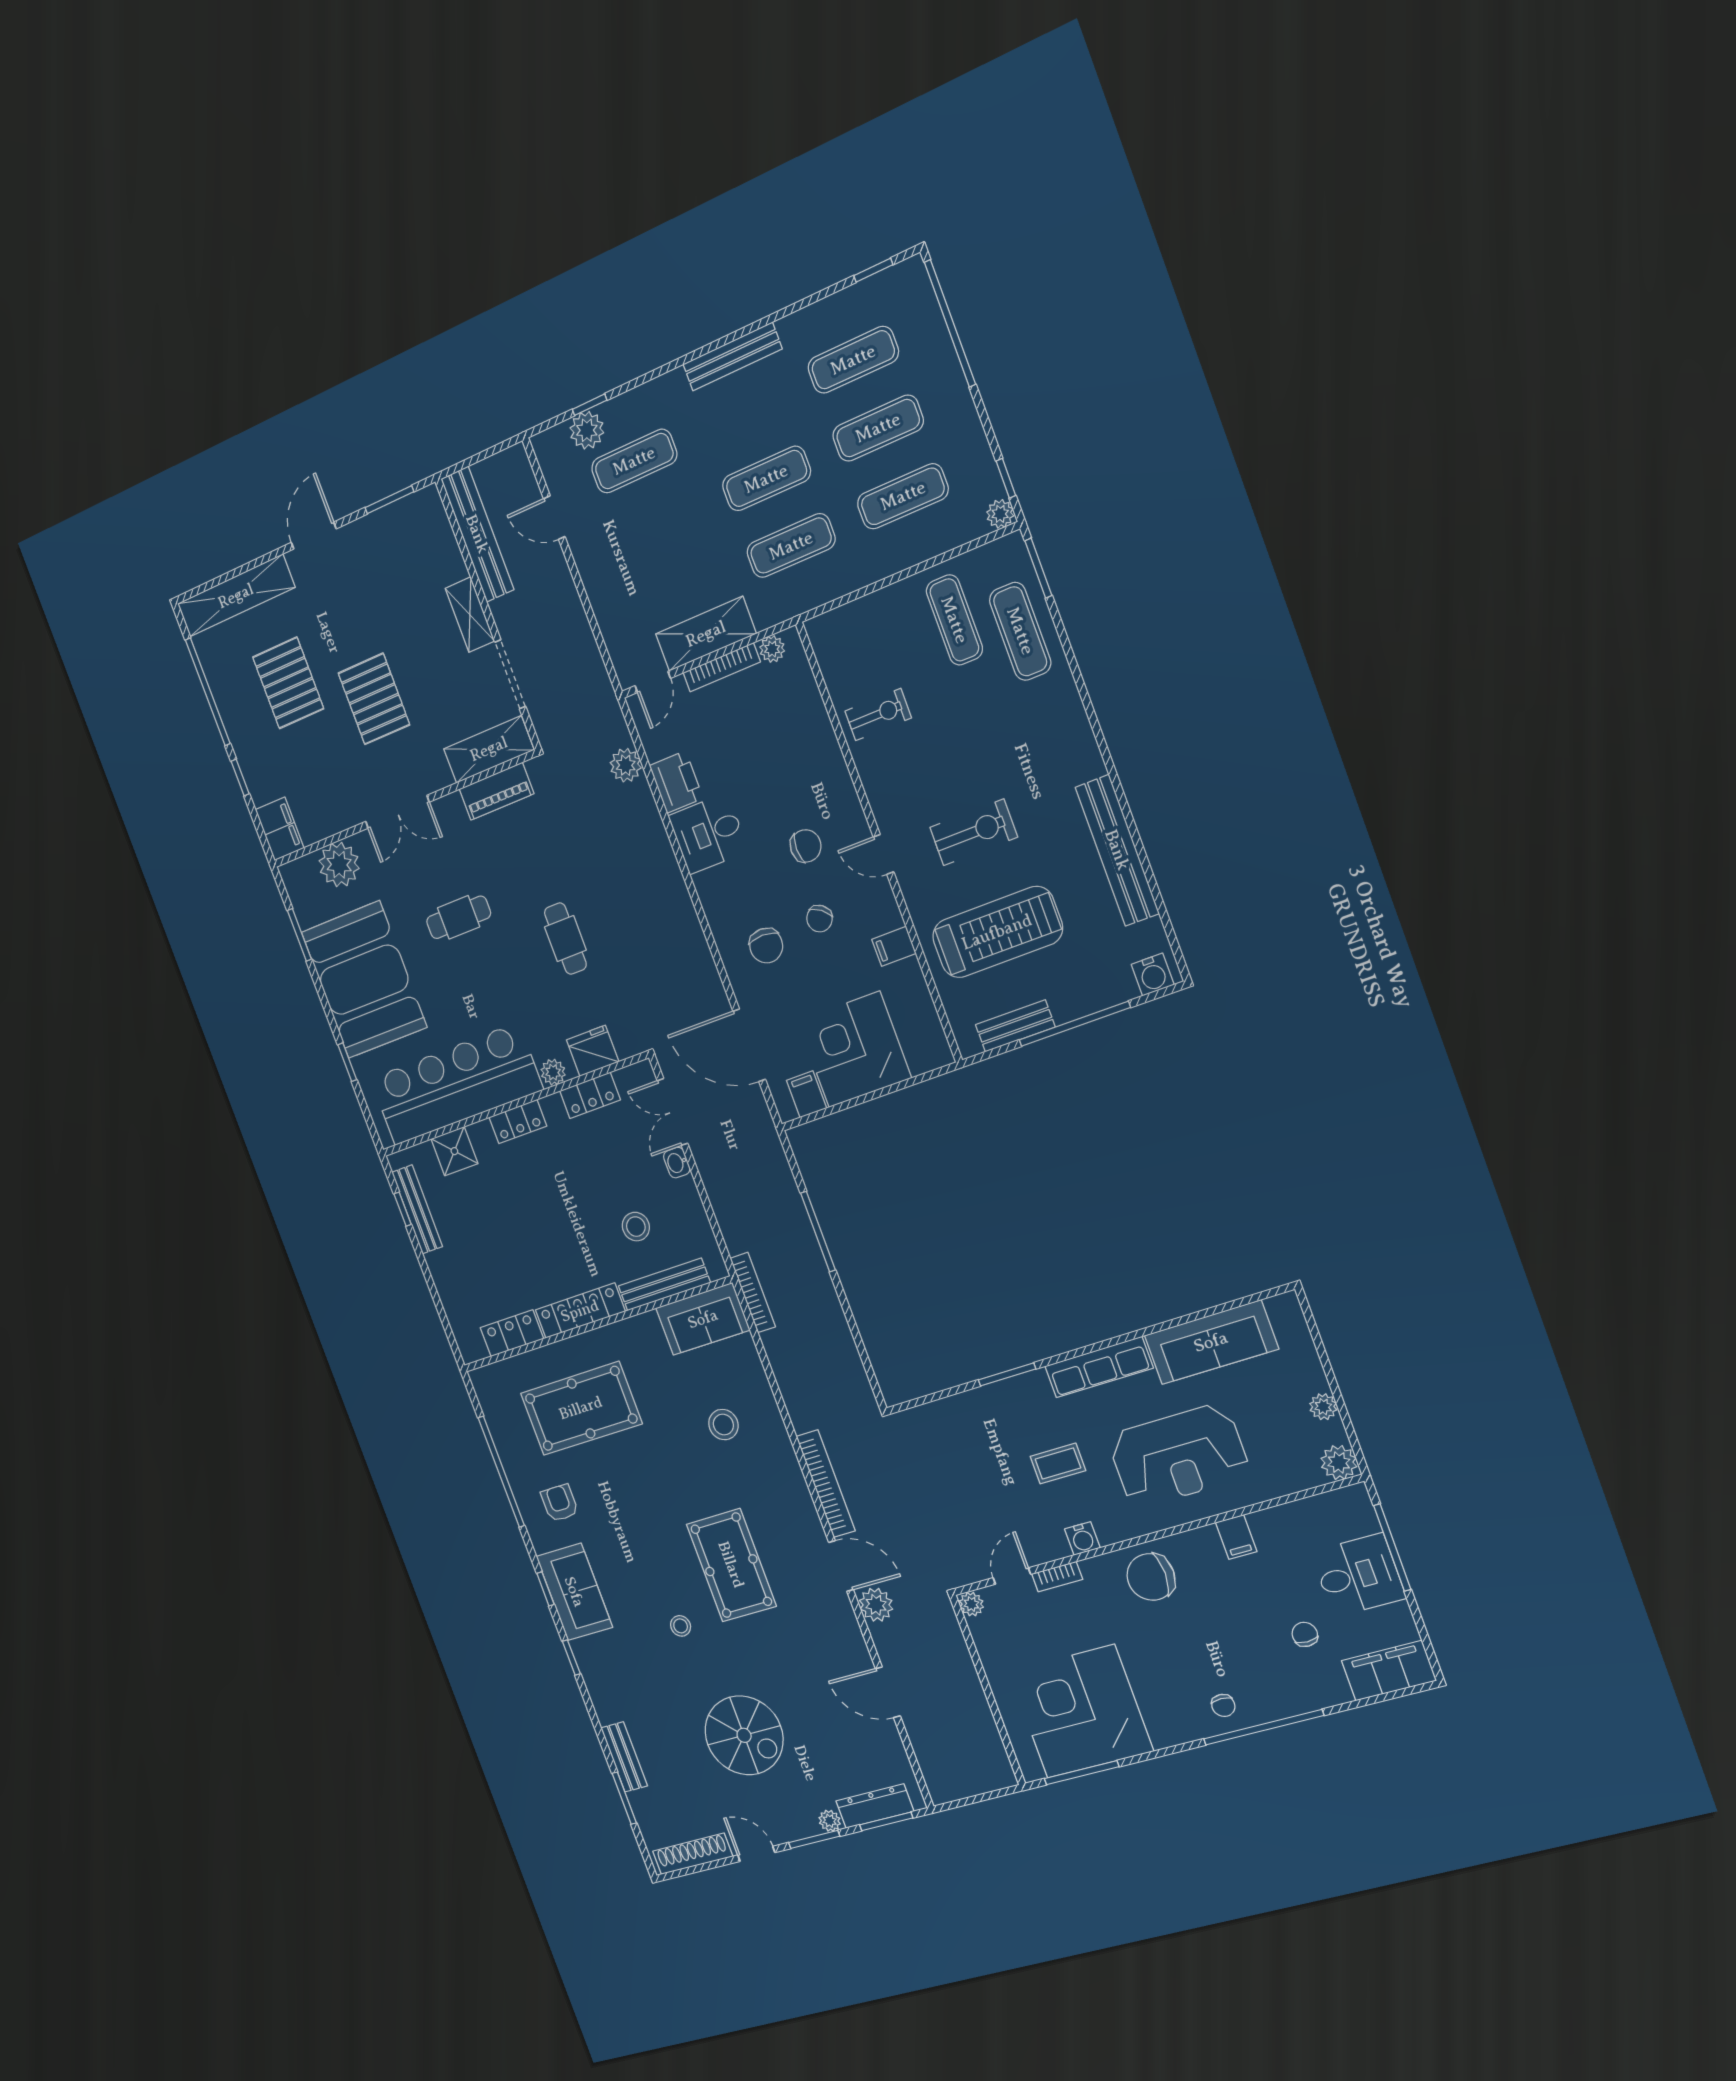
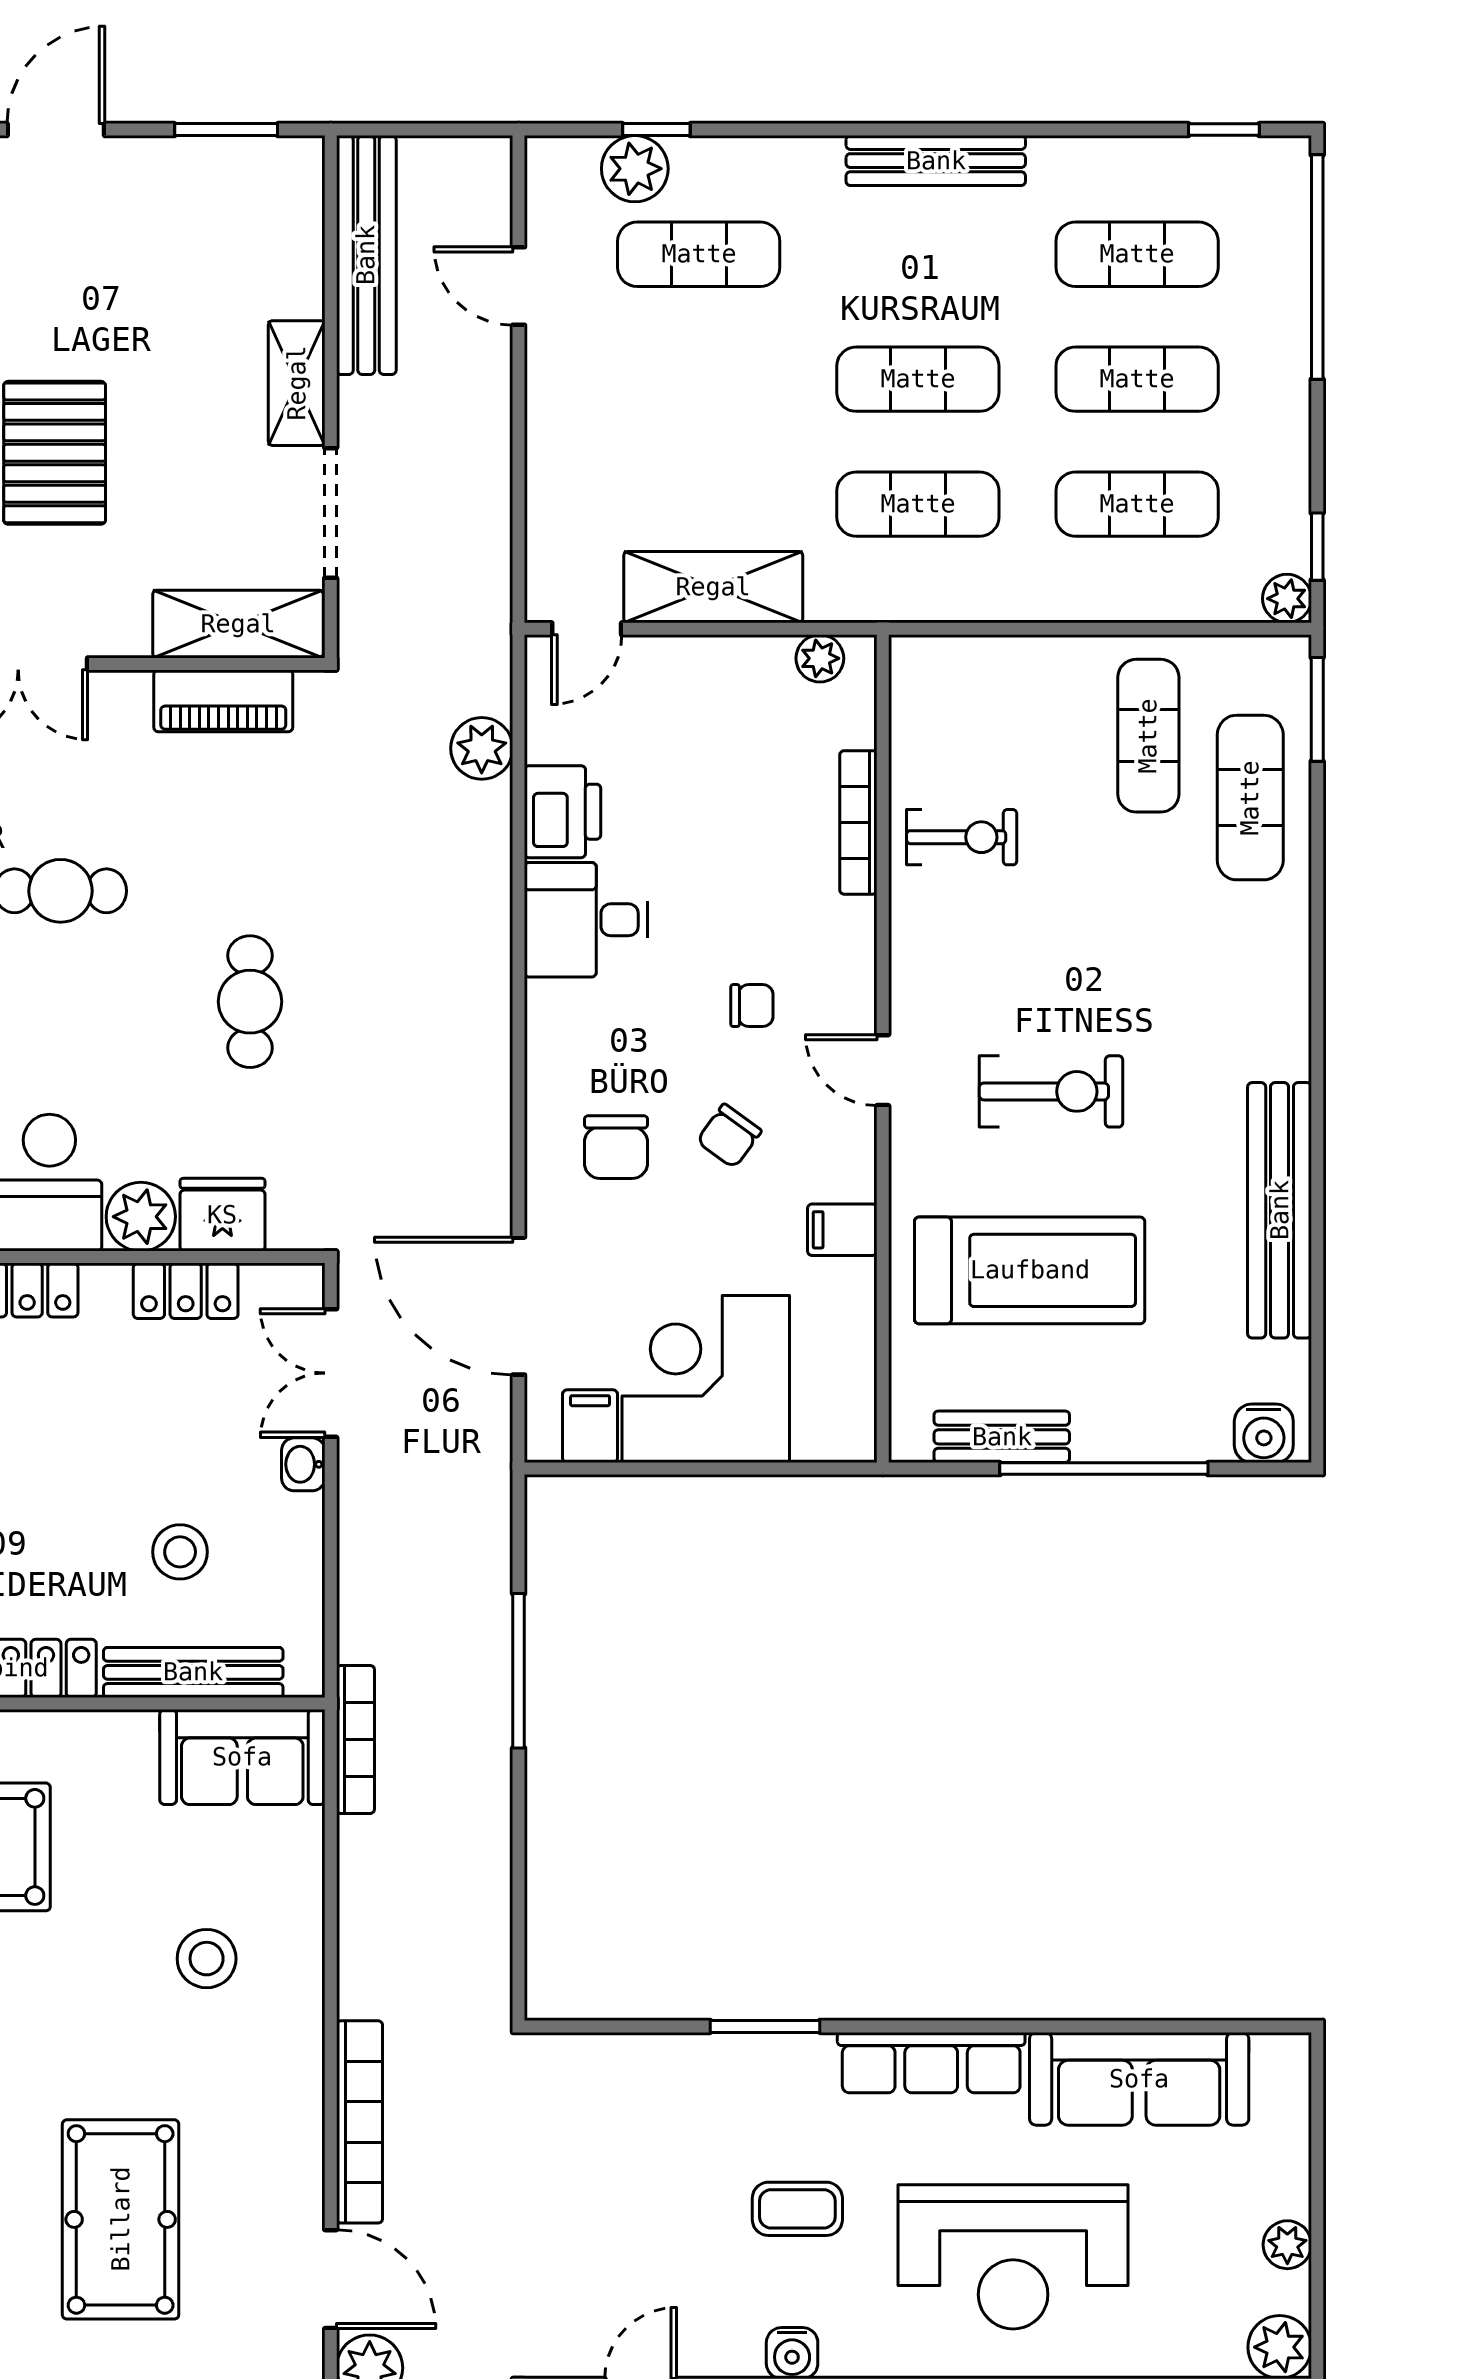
bookcase: (722, 667) -> (858, 822), moved, turned 90
chair: (806, 846) -> (752, 1006), width x0.73, depth x0.73
plant: (553, 1072) -> (141, 1217), width x1.38, depth x1.38

